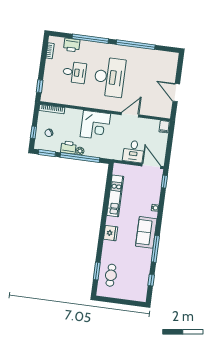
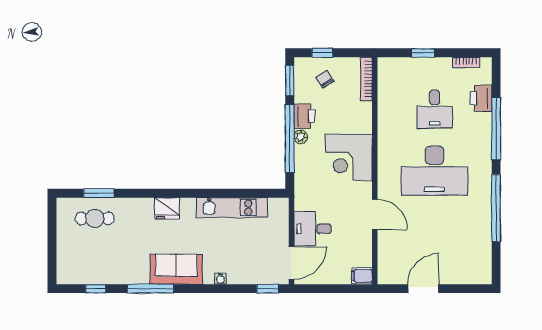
window: (40, 86) -> (423, 53), moved

